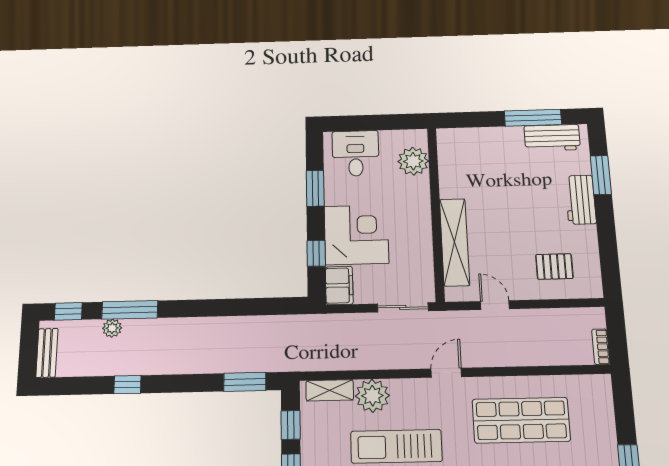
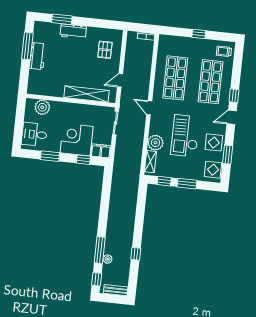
workbench: (552, 138) -> (37, 56), moved
window: (245, 382) -> (141, 200), removed

